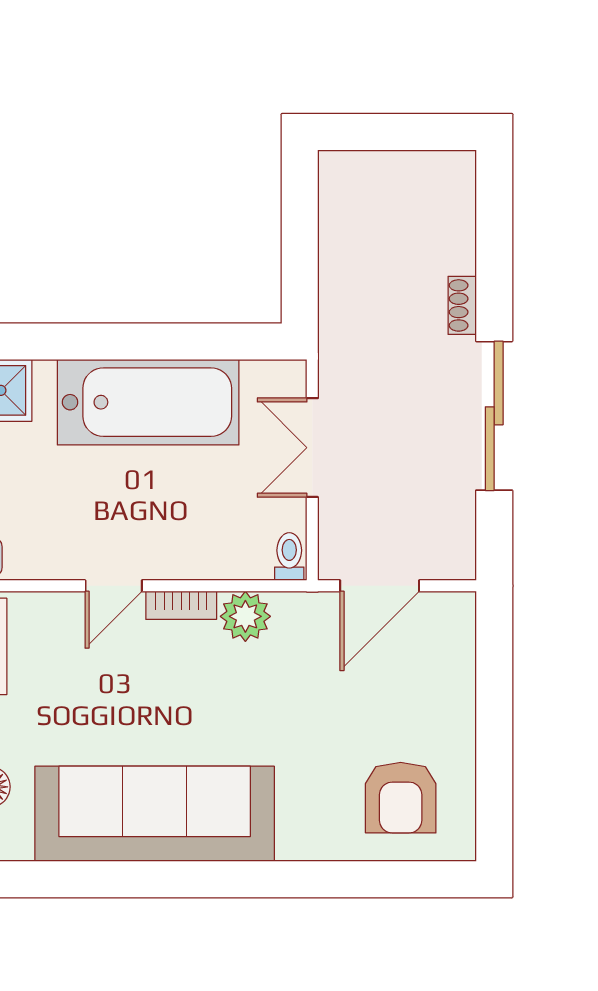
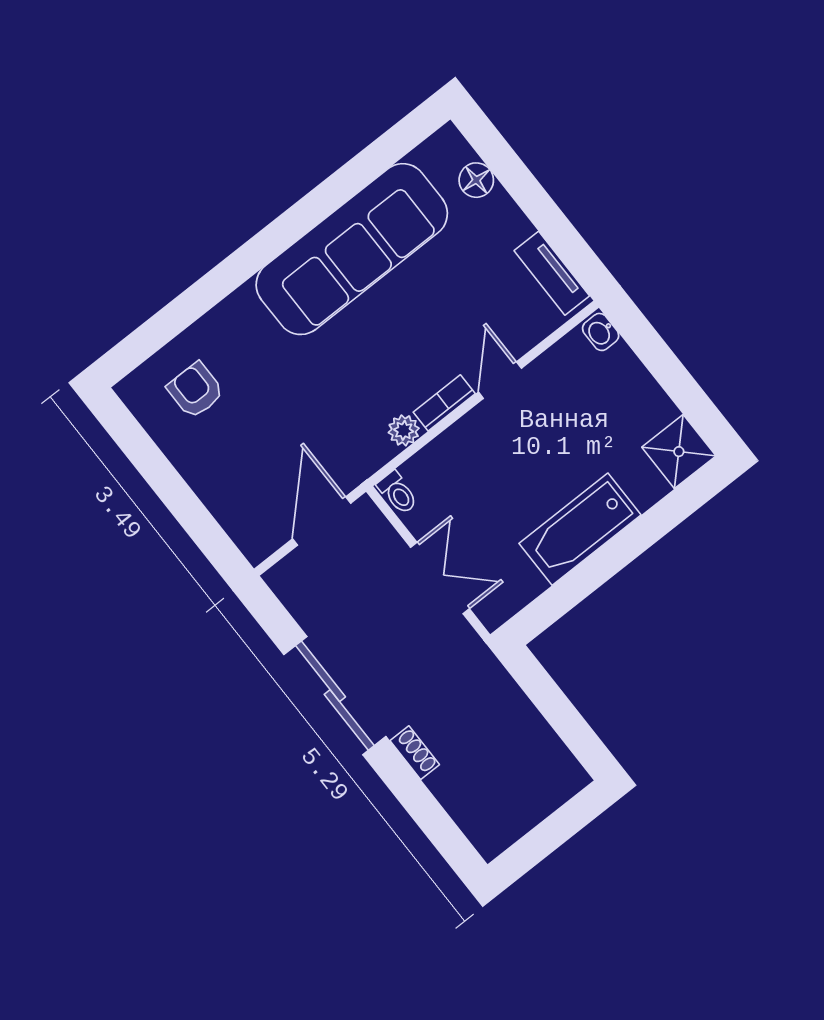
bathtub: (148, 402) -> (580, 529), width x0.73, depth x0.73
plant: (245, 616) -> (404, 430), width x0.73, depth x0.73
armchair: (401, 798) -> (195, 390), width x0.72, depth x0.72

